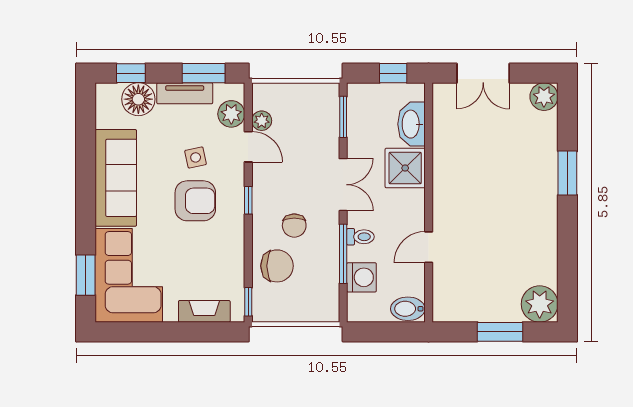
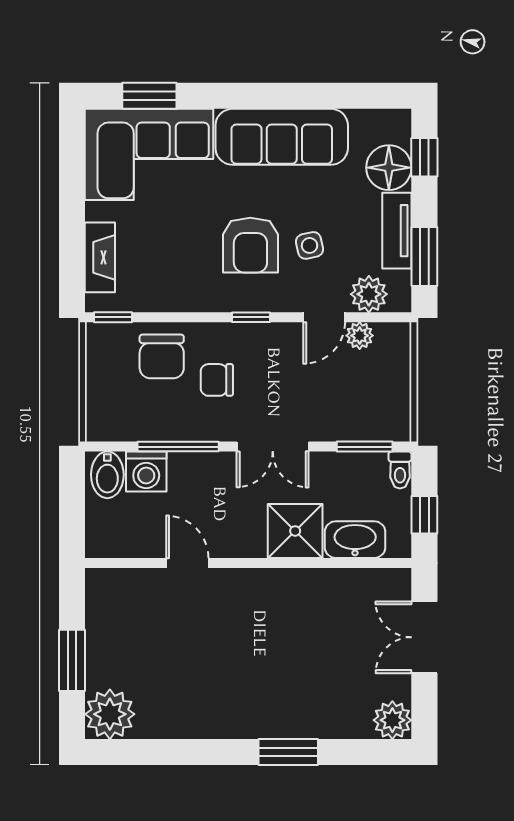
toilet: (360, 237) -> (400, 470), moved
bidet: (408, 309) -> (107, 475), moved, turned 180

